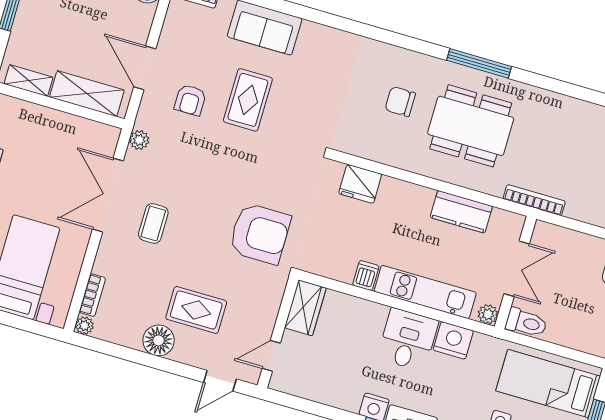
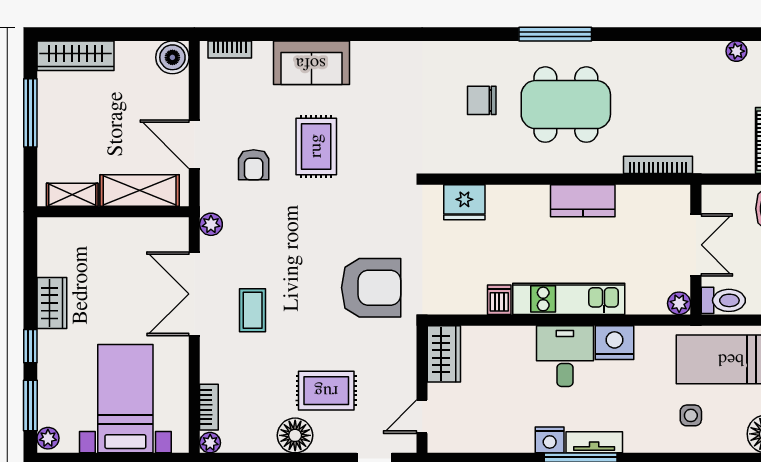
double door: (517, 269) -> (696, 245), moved
wall: (515, 273) -> (696, 250), moved
plant: (488, 314) -> (679, 303), moved
toilet: (526, 323) -> (723, 300), moved

